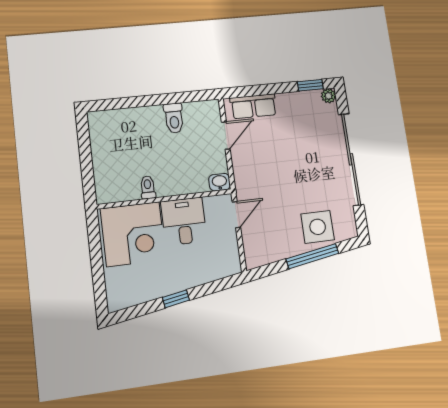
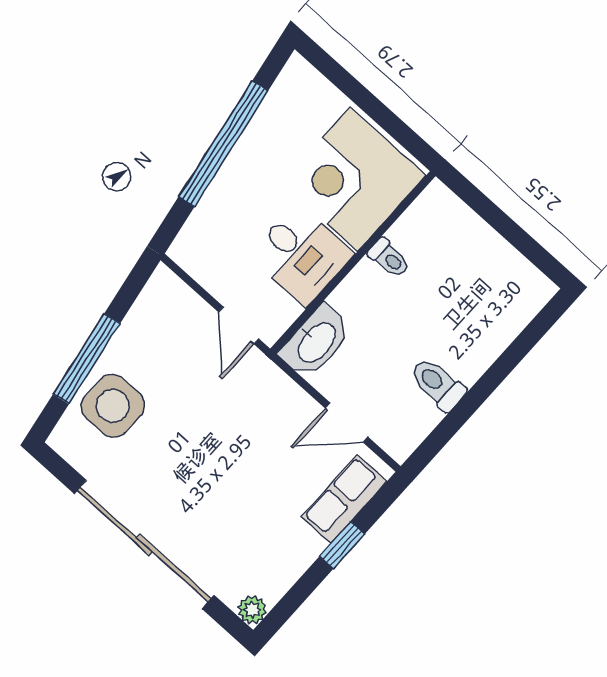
window: (310, 85) -> (342, 545), moved
door: (226, 136) -> (347, 423), hinge flipped
washbasin: (220, 182) -> (316, 342), width x1.91, depth x1.45
window: (176, 299) -> (223, 144), width x3.17

